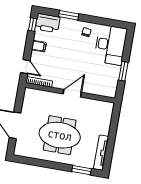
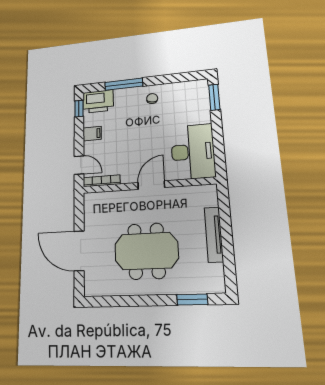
window: (69, 15) -> (124, 84), width x1.44
desk: (110, 45) -> (193, 152), moved
window: (123, 71) -> (214, 97), moved
tv unit: (101, 153) -> (214, 235), moved

